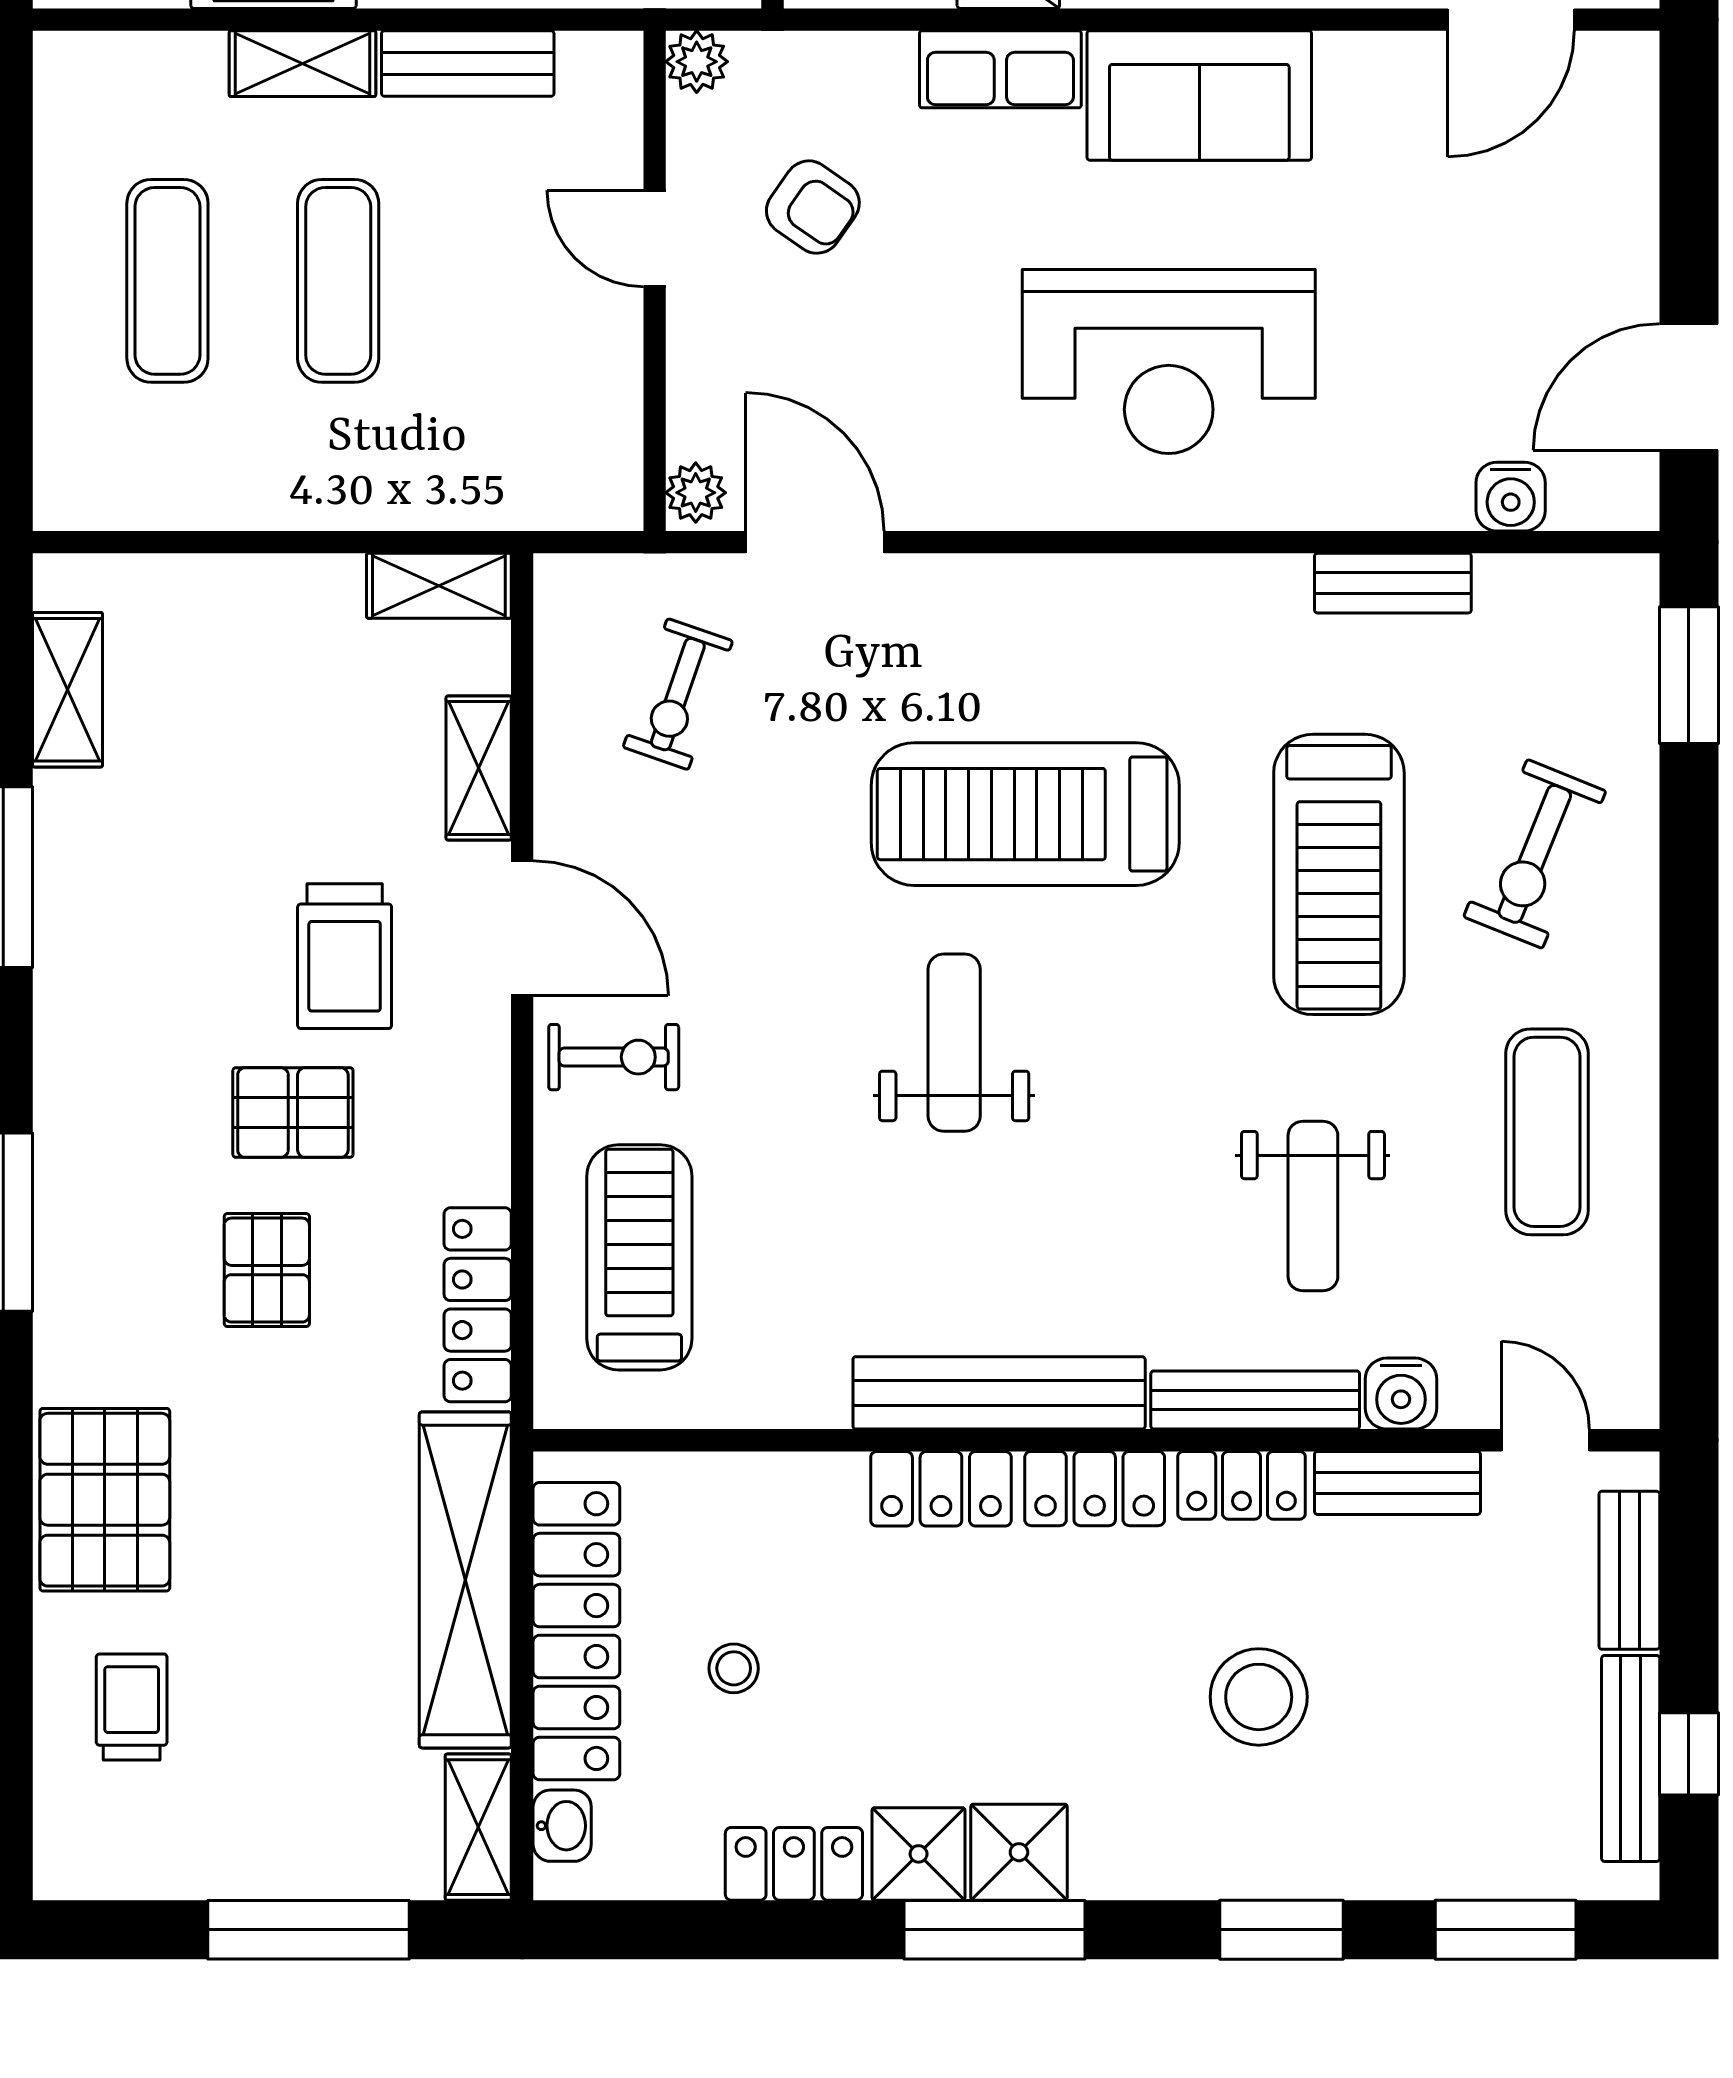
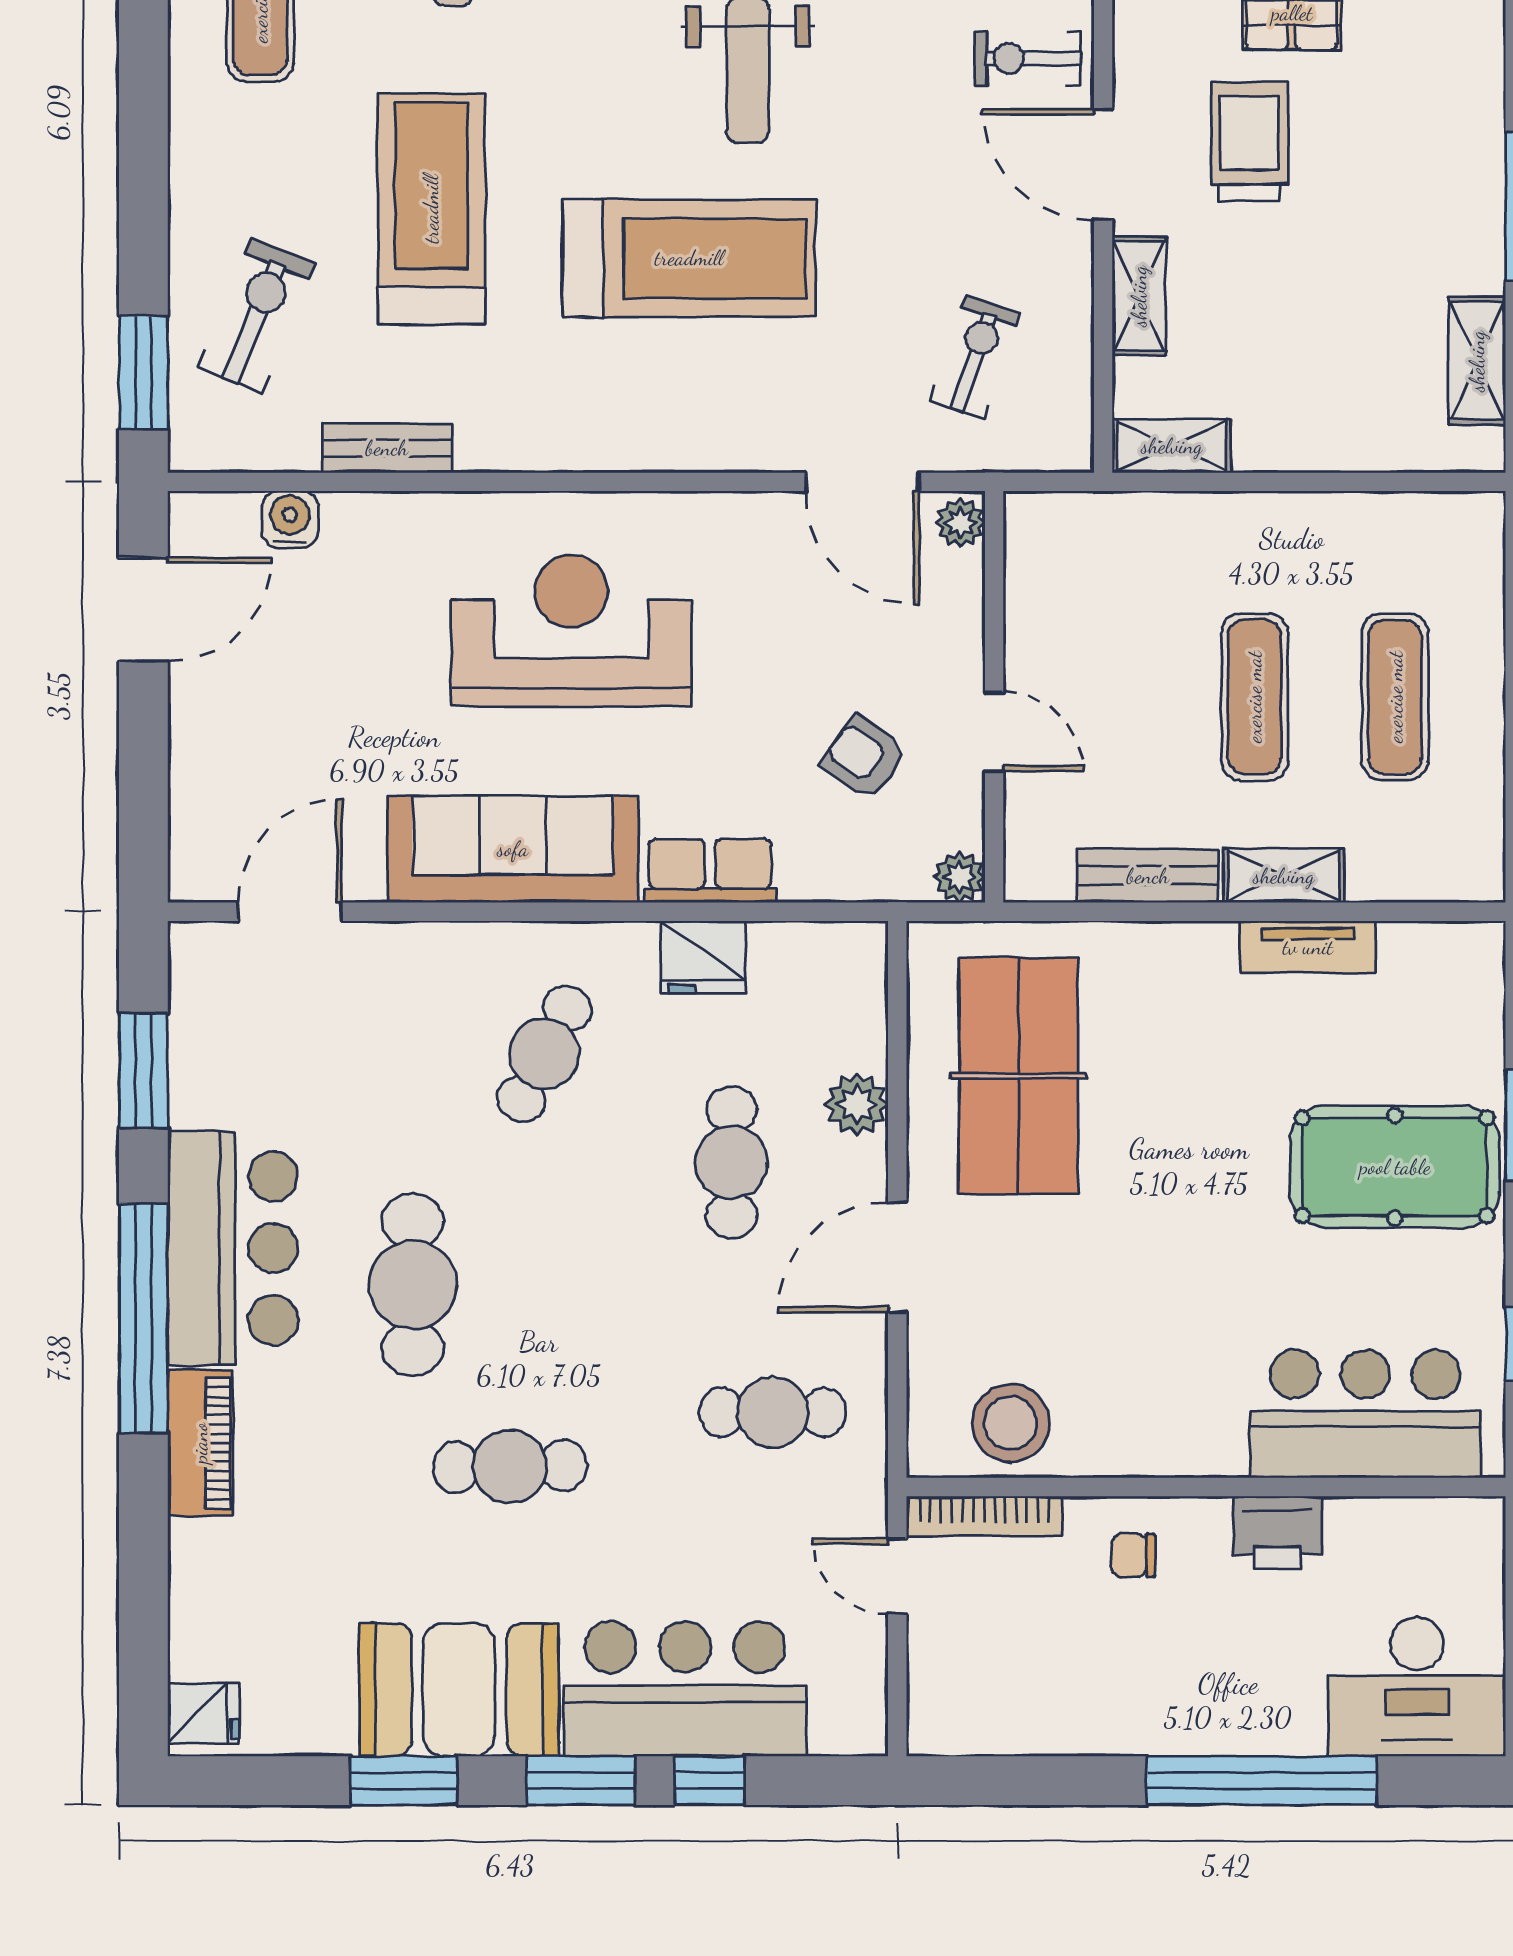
sofa: (1199, 95) -> (513, 849), width x1.36
exercise bike: (1535, 854) -> (257, 316), moved

